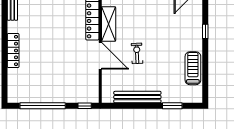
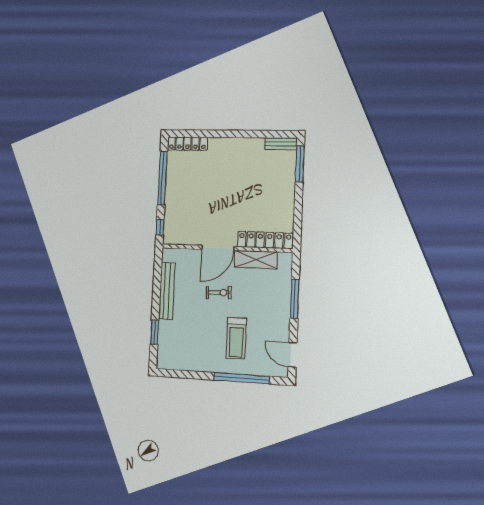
window: (205, 31) -> (242, 378), width x3.17
locker: (13, 51) -> (188, 144), moved
treadmill: (193, 68) -> (236, 338), moved, turned 90

